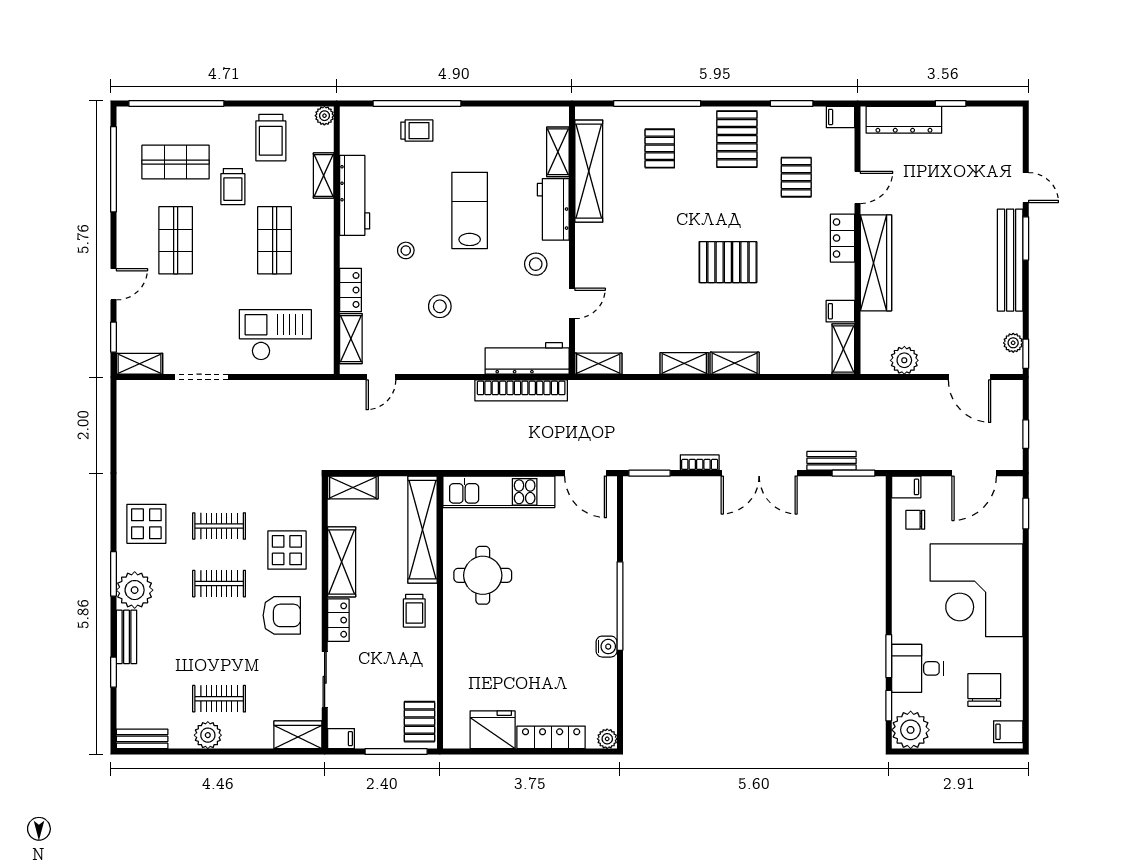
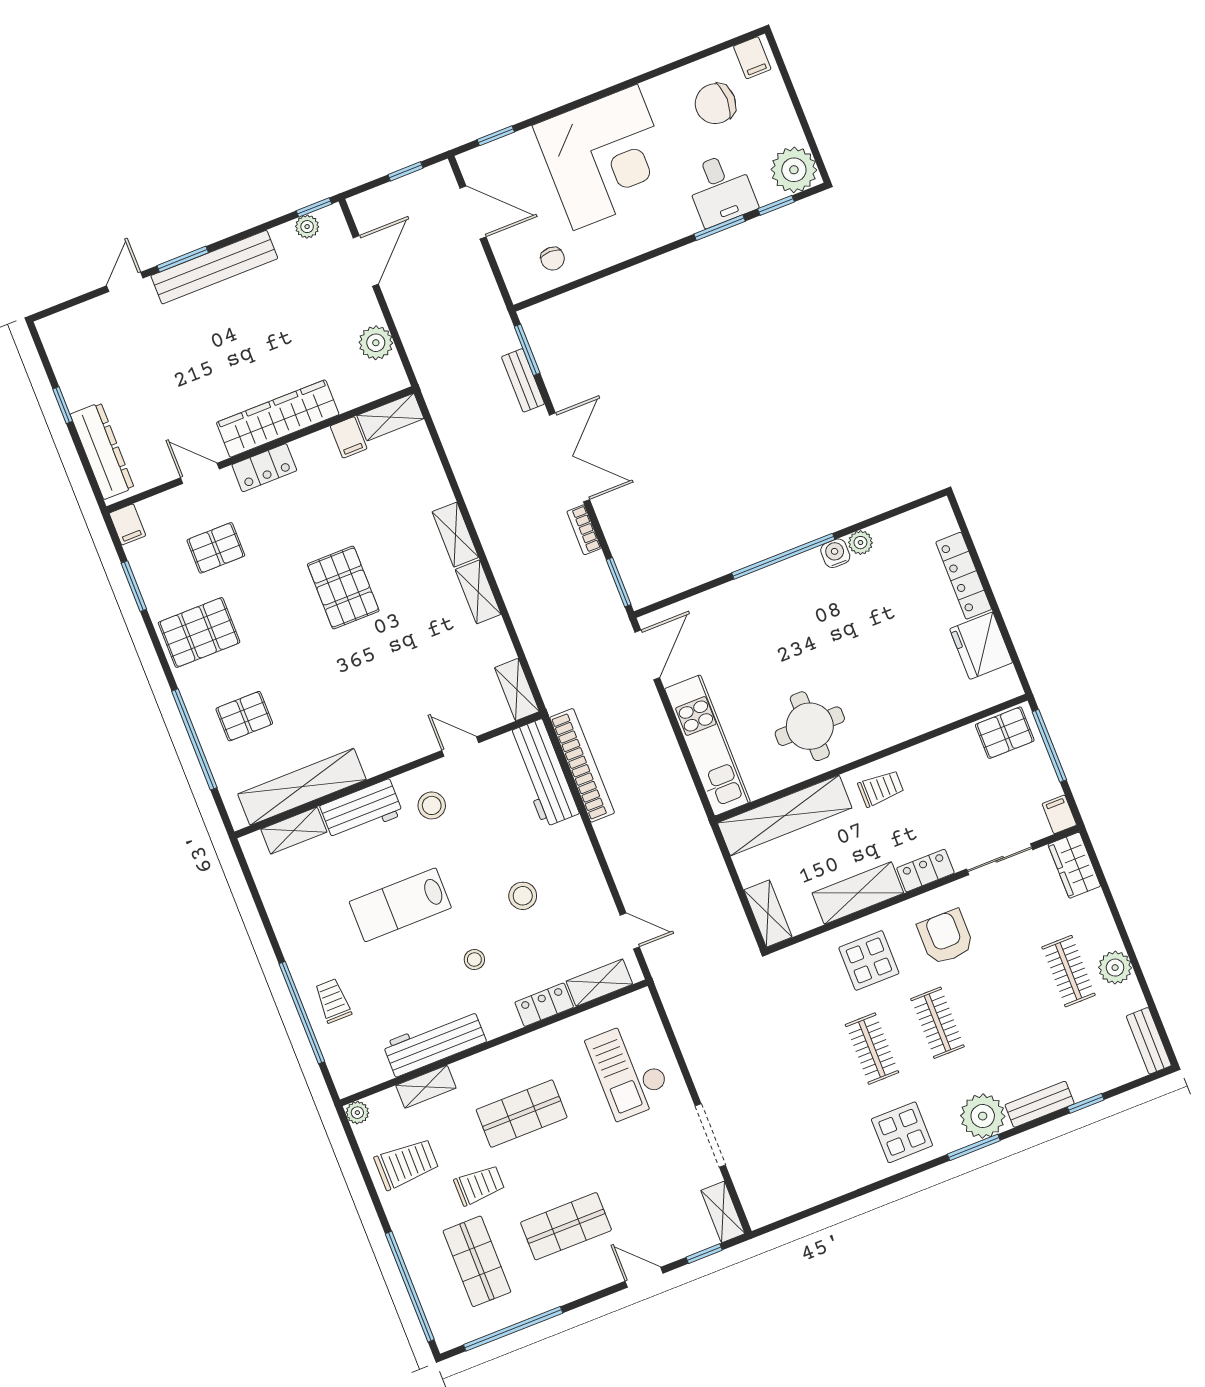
filing cabinet: (906, 487) -> (519, 284), removed
plant: (607, 739) -> (860, 543), moved

